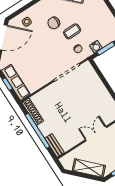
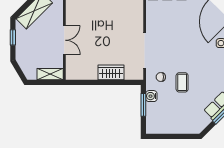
chair: (54, 23) -> (202, 69), removed
wardrobe: (97, 86) -> (111, 72), added

